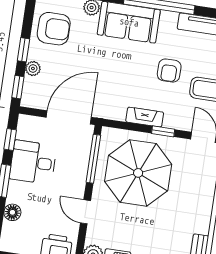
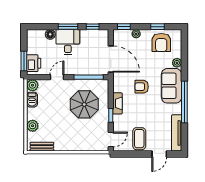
window: (23, 50) -> (158, 27), moved
armchair: (169, 71) -> (142, 87), moved
desk: (33, 162) -> (68, 42), moved
parasol: (138, 173) -> (84, 104), width x0.73, depth x0.73

